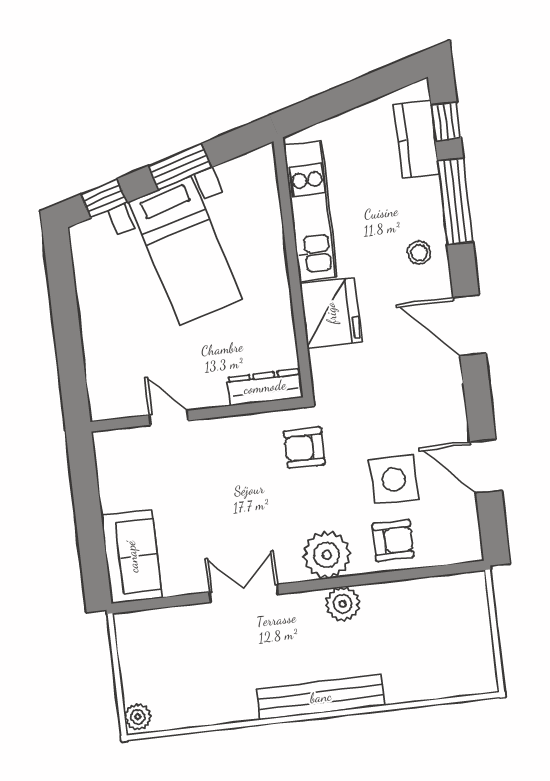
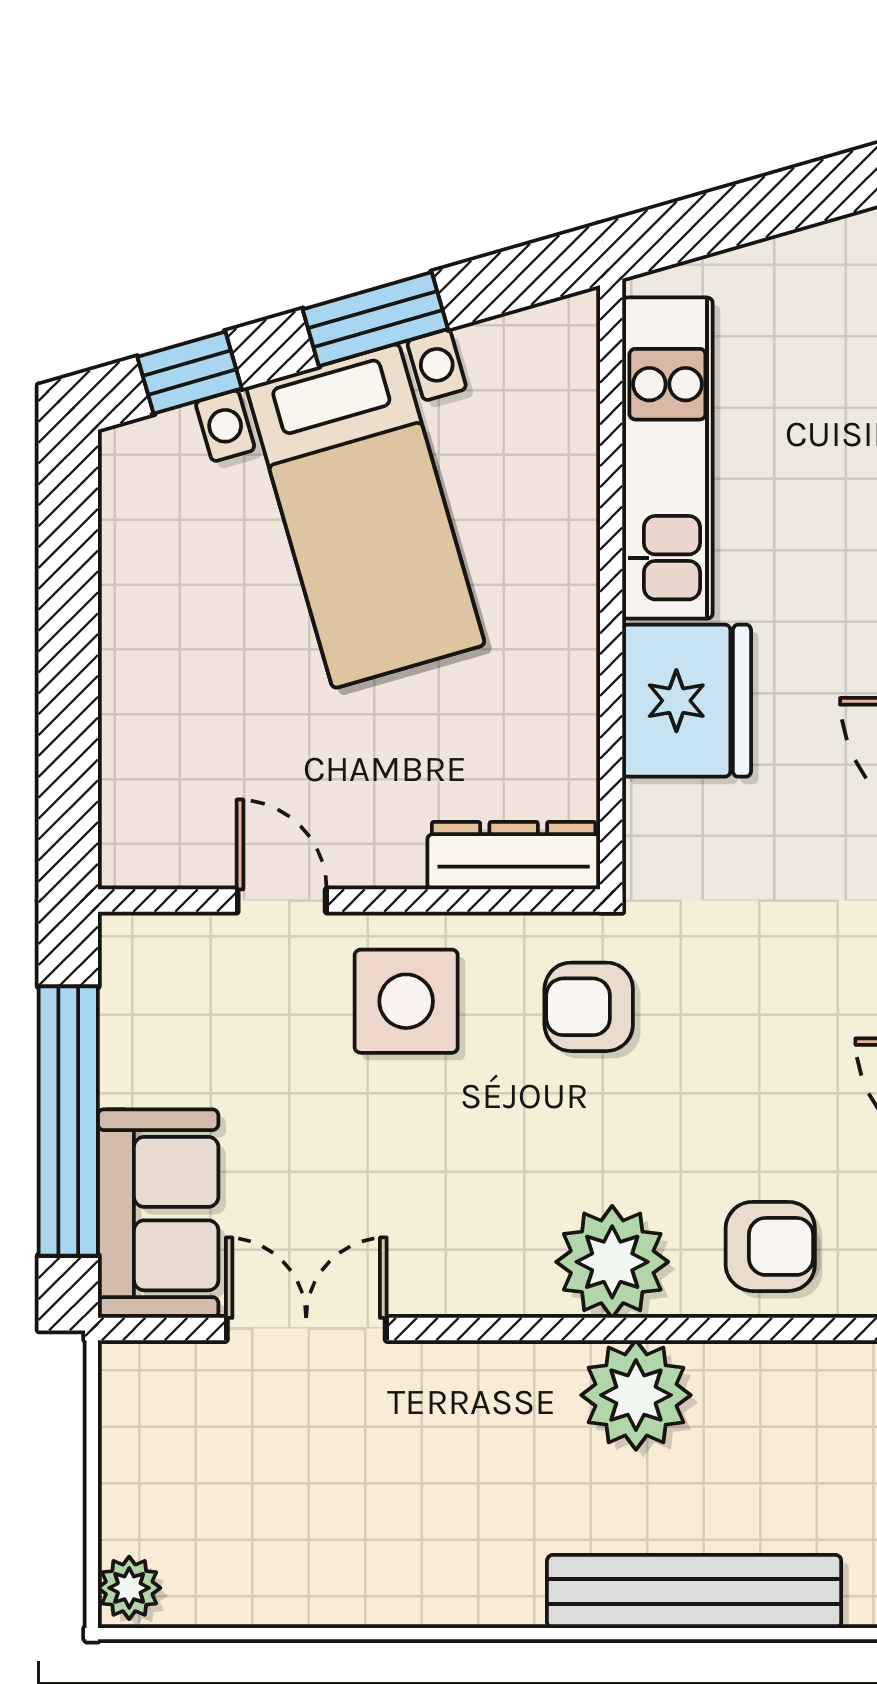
side table: (394, 479) -> (406, 1001), moved
window: (89, 522) -> (68, 1121), added
double door: (244, 593) -> (306, 1329), moved
plant: (343, 604) -> (636, 1395), width x1.36, depth x1.36
bench: (321, 697) -> (694, 1592), moved

